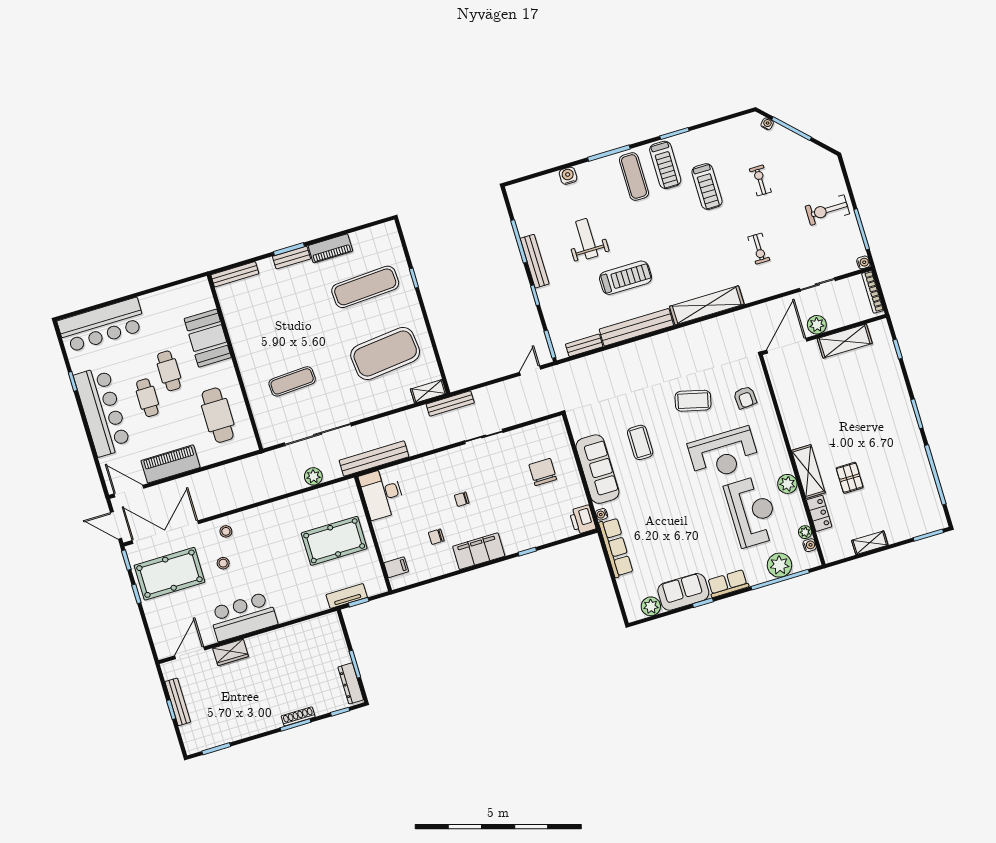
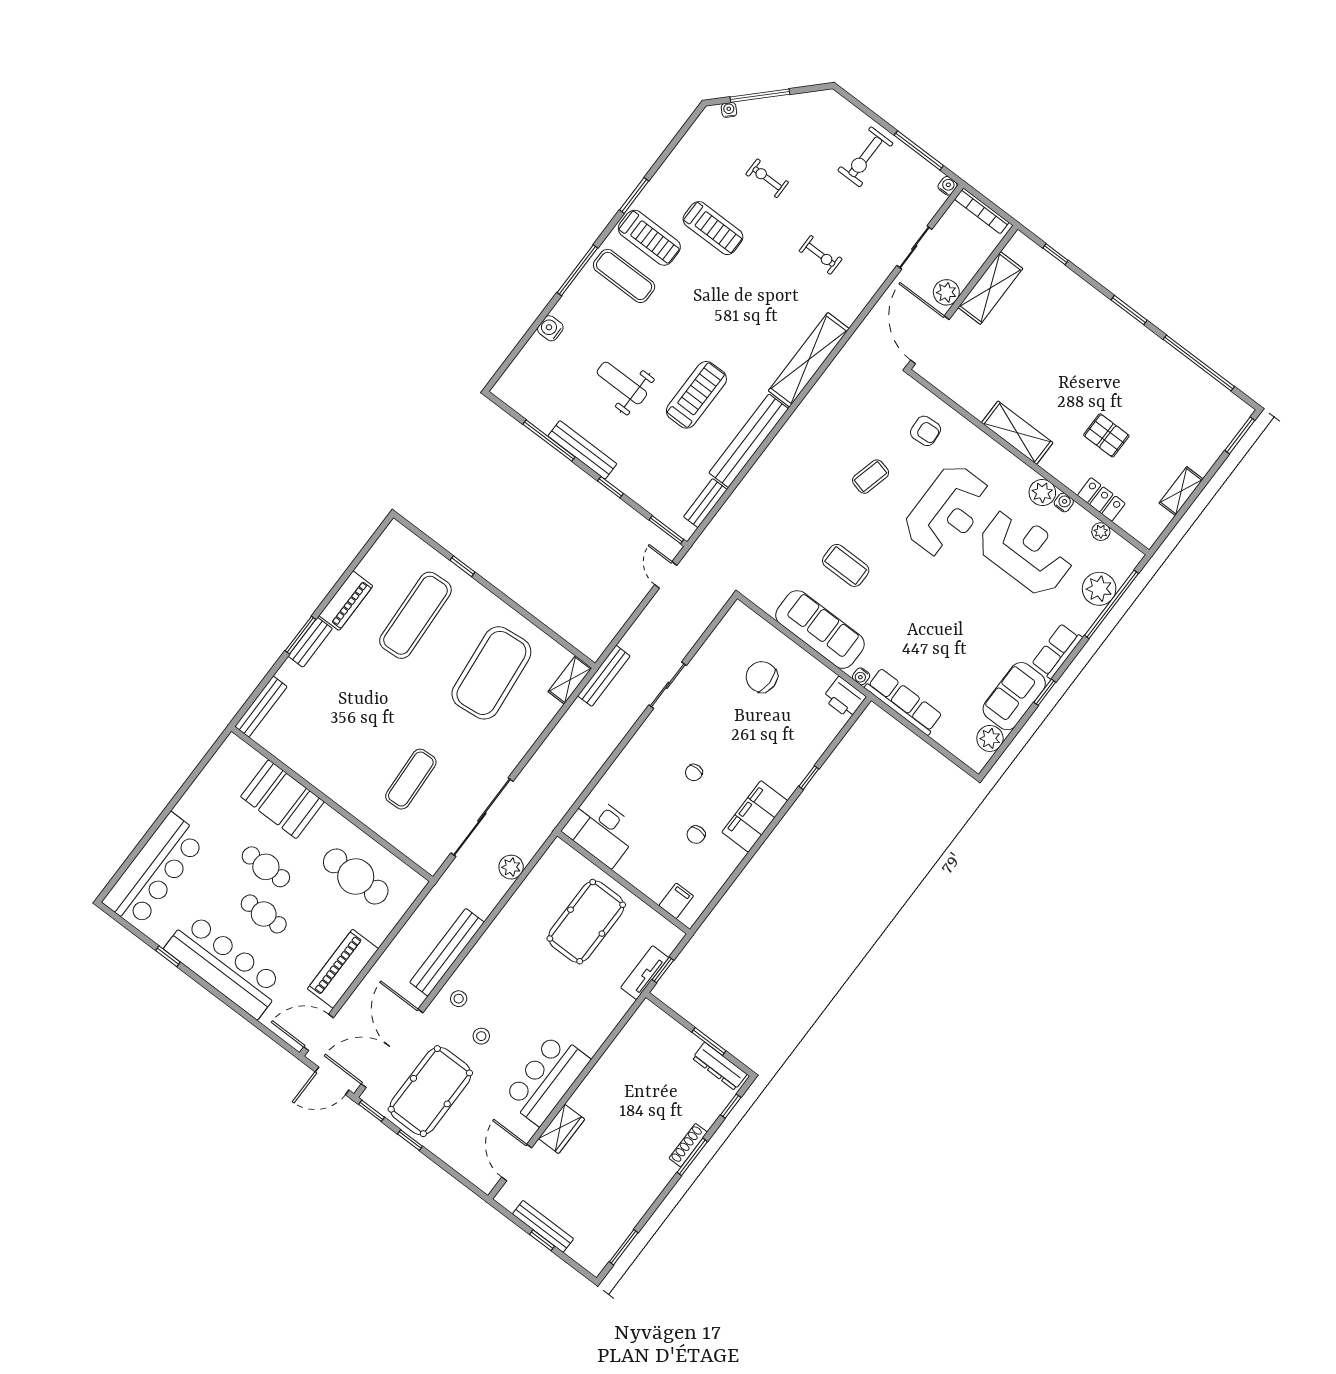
coffee table: (693, 401) -> (871, 477), width x0.73, depth x0.77
bench: (374, 459) -> (447, 952), moved
shelving: (808, 472) -> (1017, 433), moved
water cooler: (810, 545) -> (1064, 502), moved

